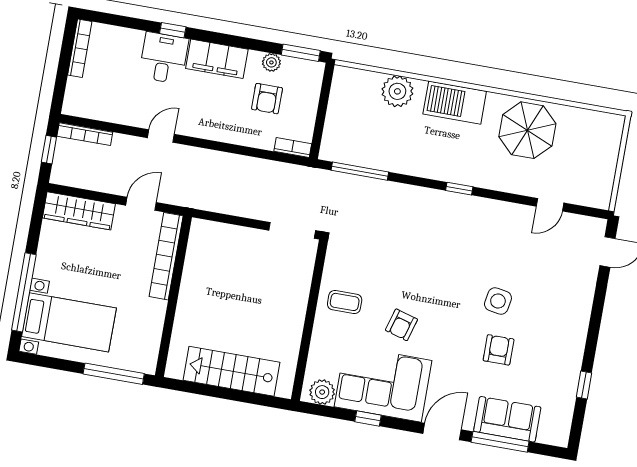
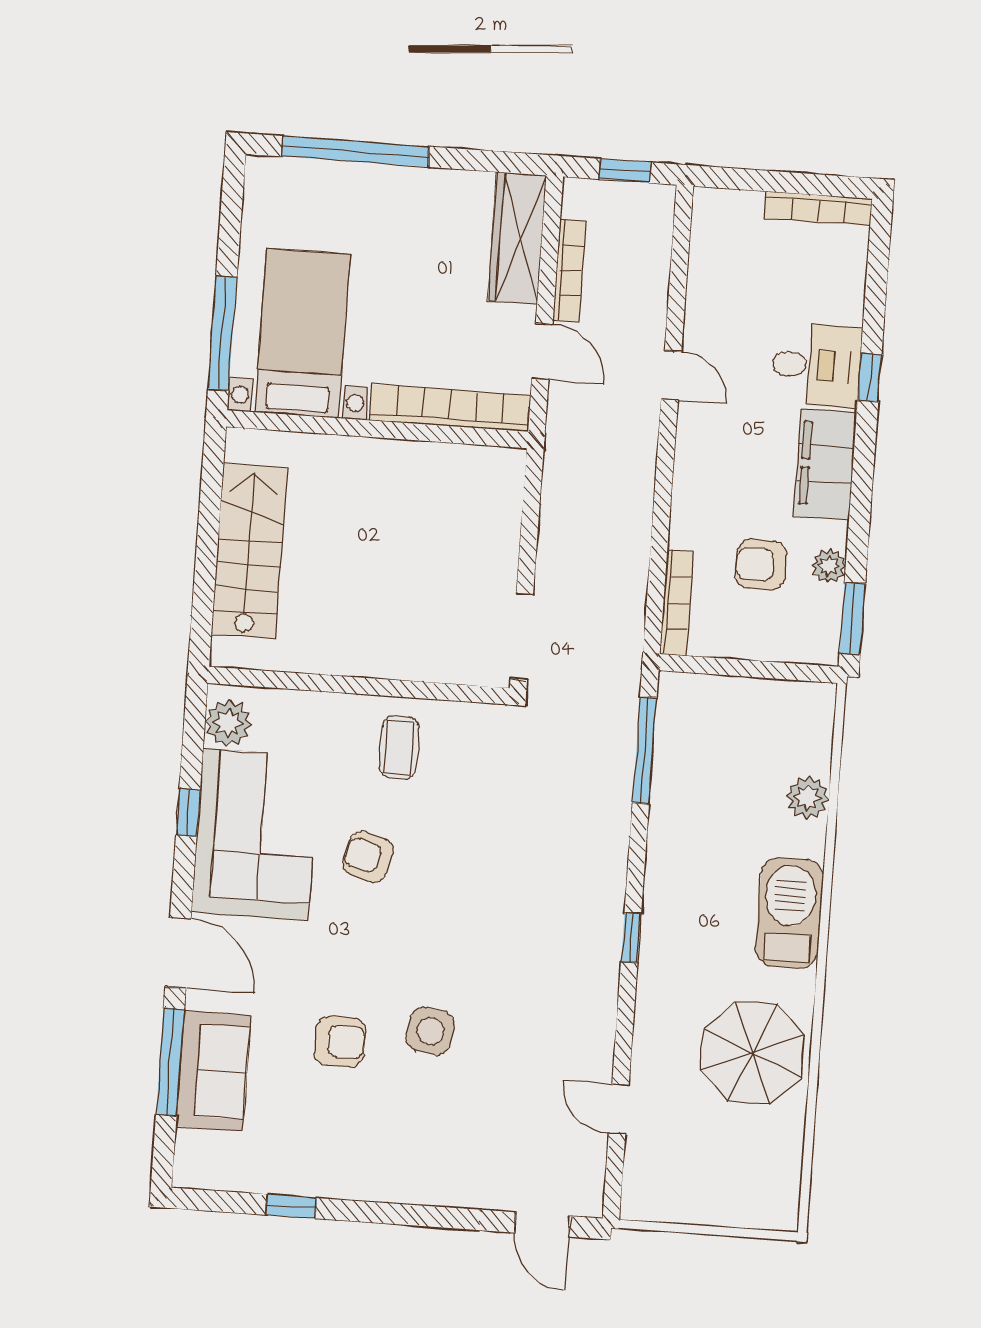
plant: (397, 91) -> (808, 798), width x0.73, depth x0.73
bookcase: (85, 134) -> (569, 270), moved, turned 180
bookcase: (293, 148) -> (677, 603), width x1.56
bed with nightstands: (69, 322) -> (302, 333), moved, turned 180

